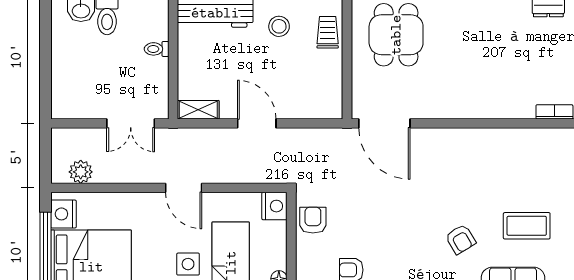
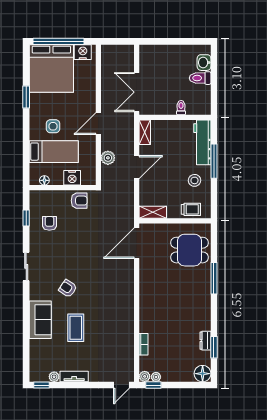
shelving: (332, 96) -> (153, 212), added
double door: (131, 123) -> (137, 92), width x1.37
plant: (81, 172) -> (108, 158), moved
nightstand: (274, 206) -> (72, 178), moved
armchair: (461, 239) -> (68, 288), turned 65

